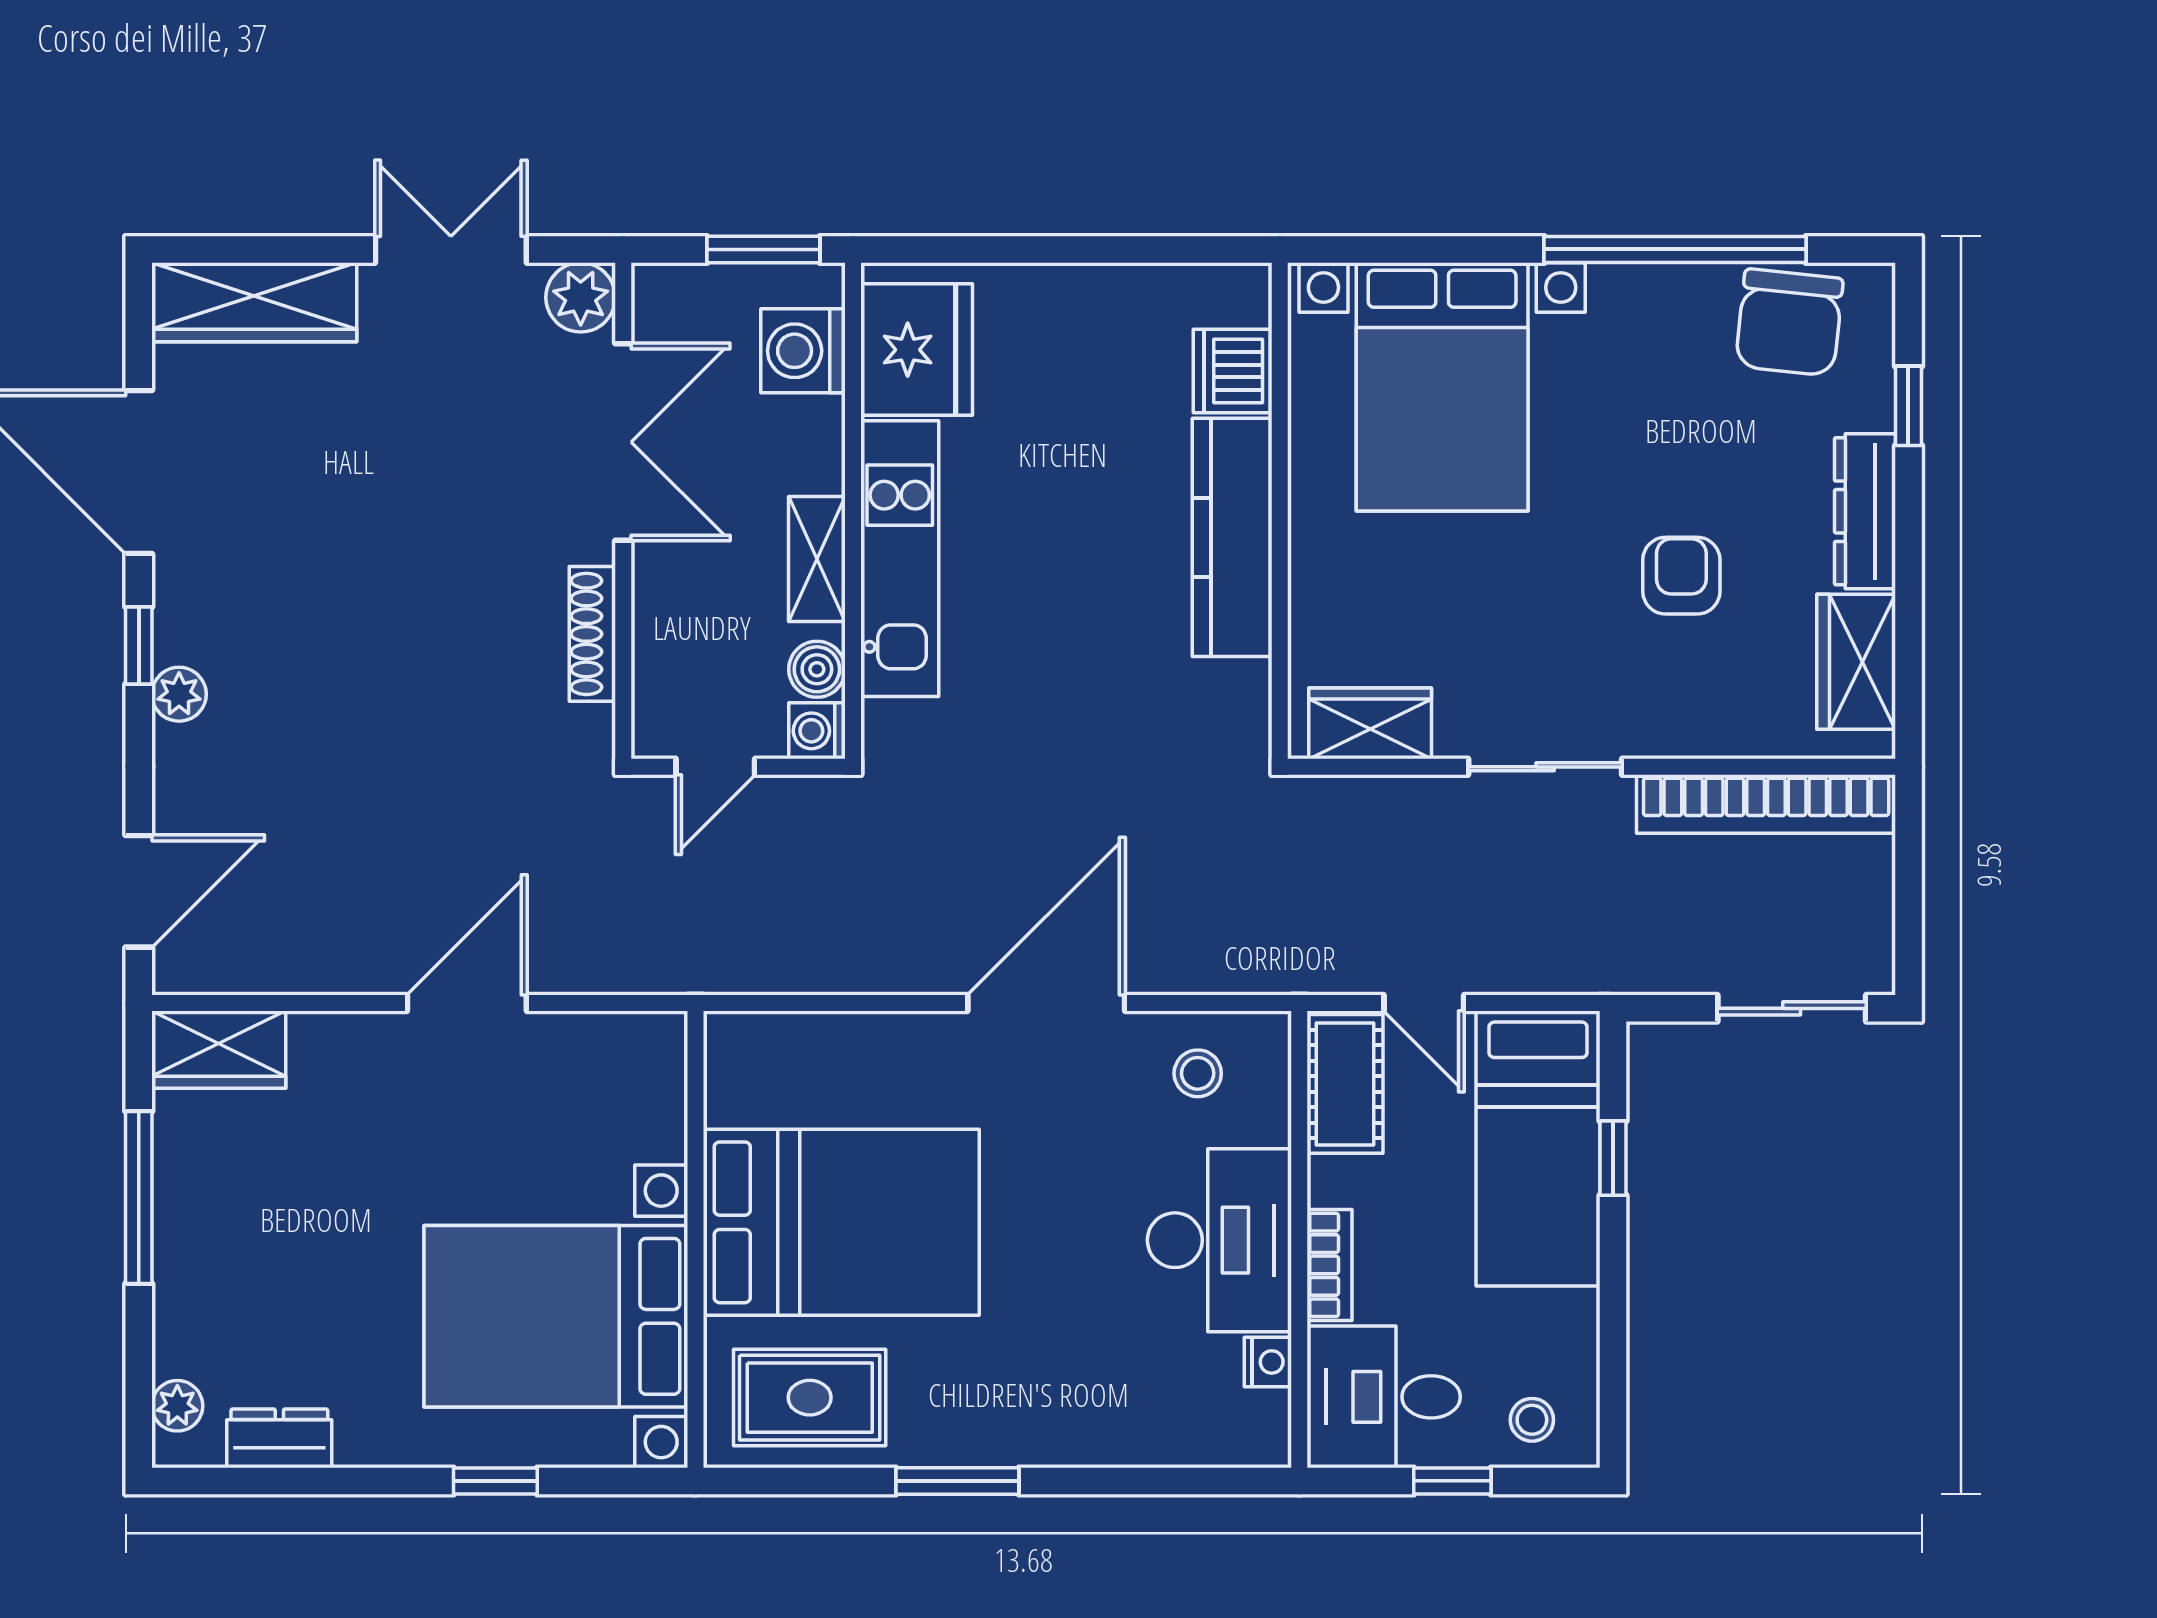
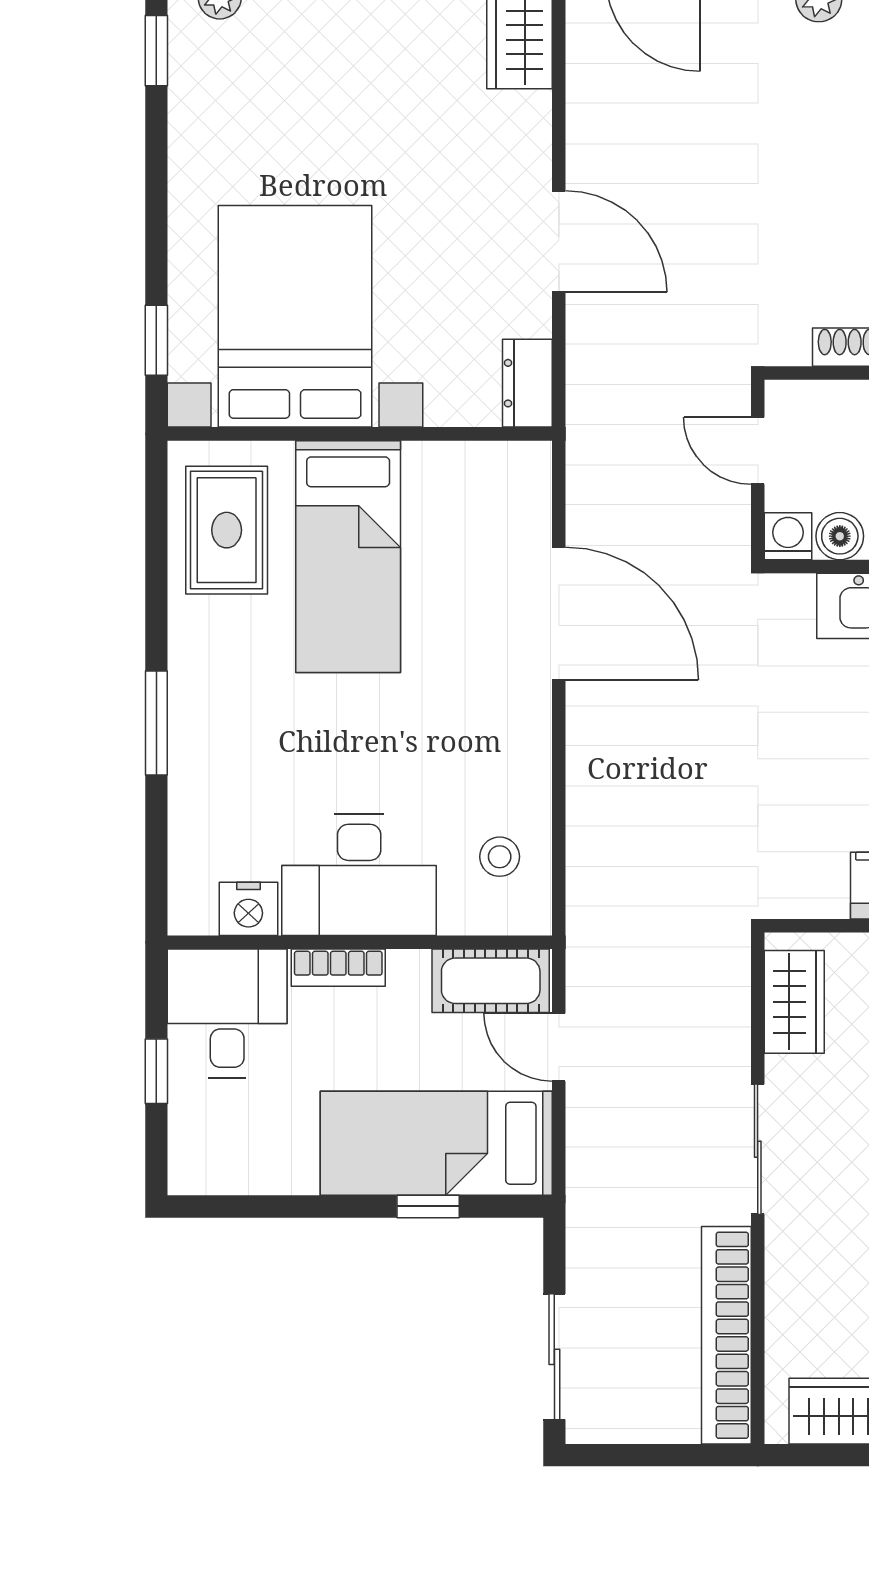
door: (1046, 1003) -> (559, 614), moved
door: (1424, 1003) -> (559, 1047), hinge flipped
bed: (841, 1222) -> (348, 557), width x0.67
nightstand: (1268, 1362) -> (248, 909), width x1.39, depth x1.35
stool: (1532, 1420) -> (208, 1138), removed
dresser: (279, 1438) -> (527, 383), moved, turned 180
window: (240, 1481) -> (156, 51), added
window: (495, 1481) -> (156, 340), moved
window: (957, 1481) -> (156, 723), moved

